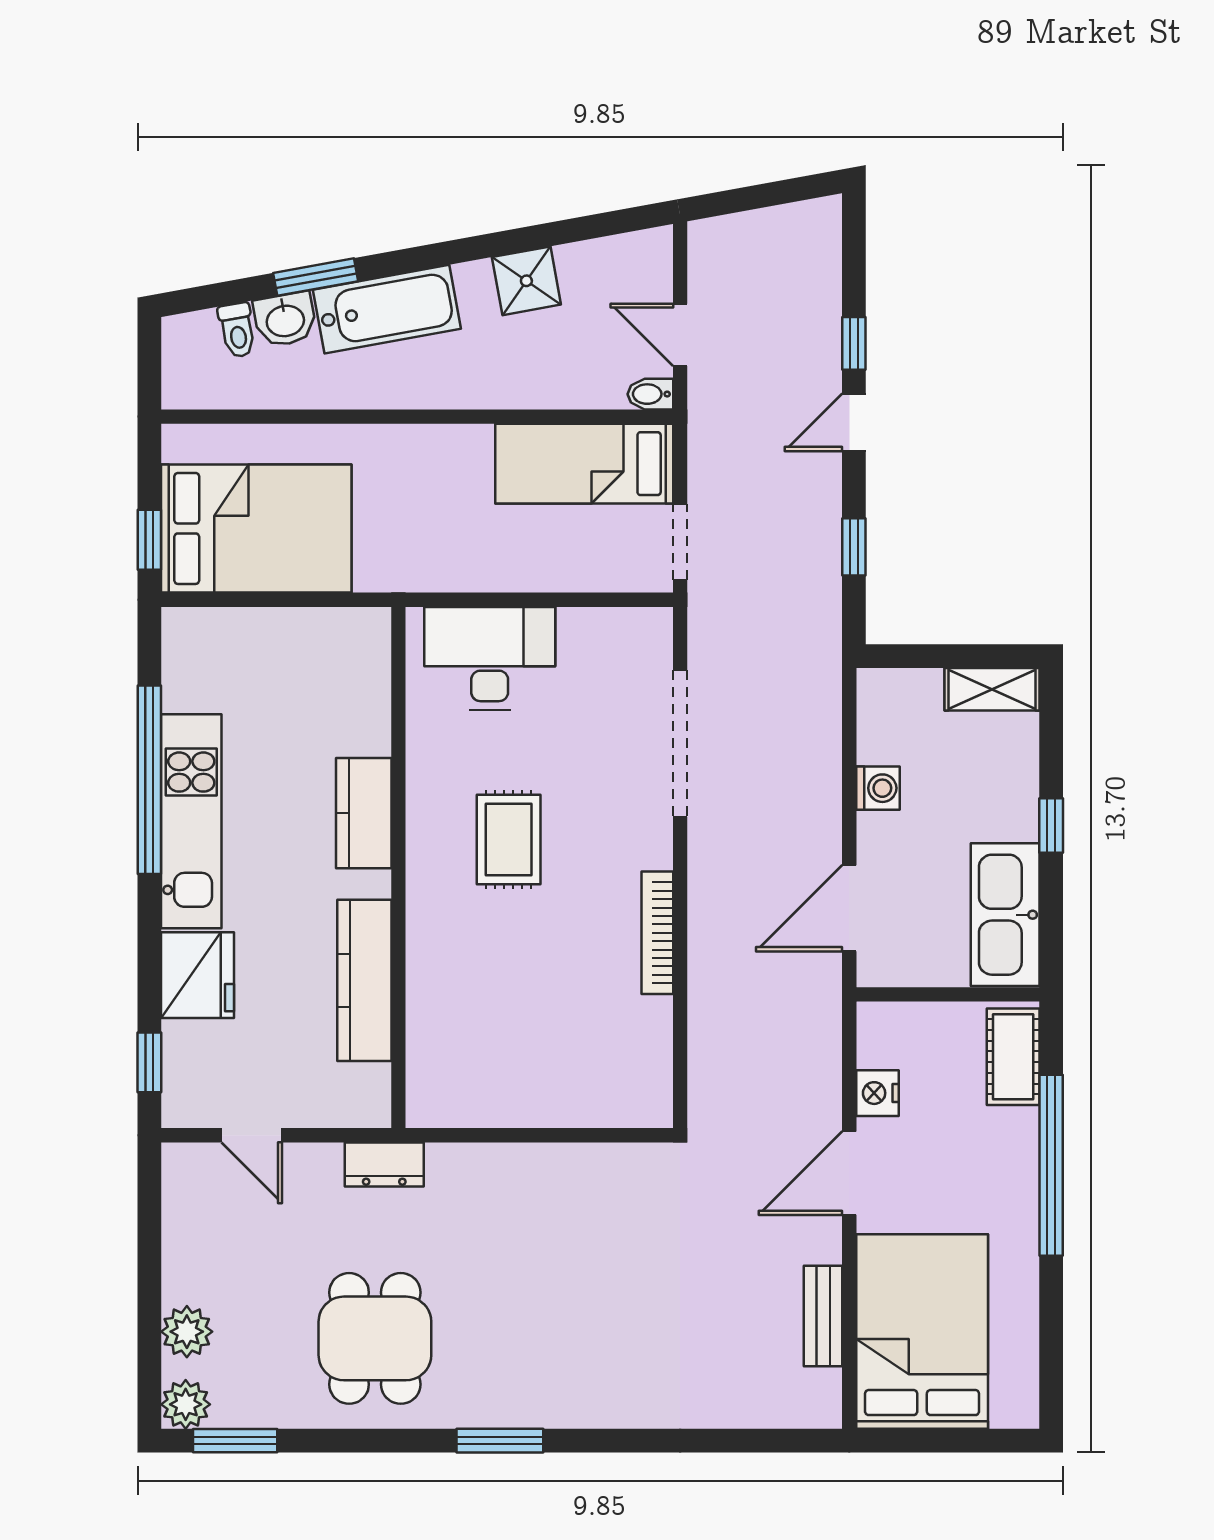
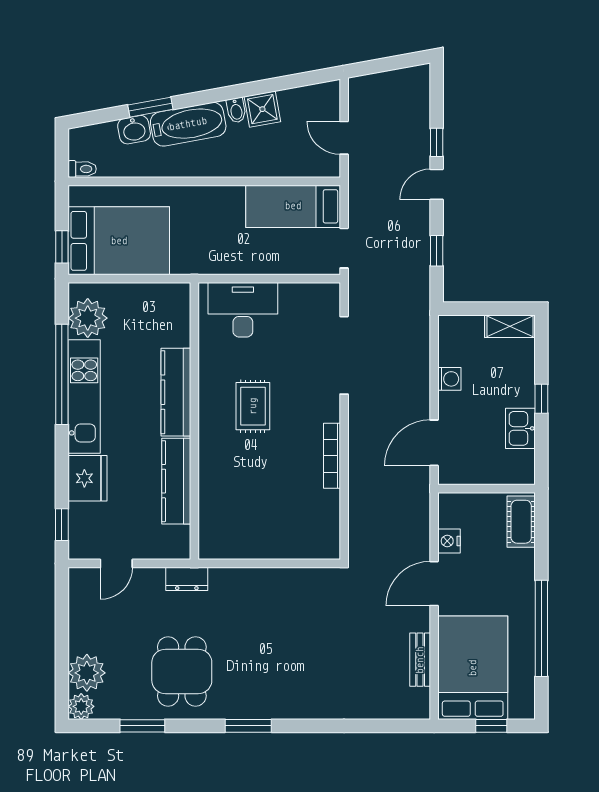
toilet: (237, 330) -> (82, 169), moved, turned -80
bidet: (650, 394) -> (236, 110), moved, turned -100
plant: (198, 674) -> (88, 318), added
kitchen counter: (364, 813) -> (176, 392), width x1.50
kitchen sink: (1005, 915) -> (520, 428), width x0.53, depth x0.81
door: (252, 1135) -> (116, 563), hinge flipped
window: (1051, 1165) -> (541, 628), moved
plant: (187, 1332) -> (87, 673), width x1.36, depth x1.36
window: (235, 1441) -> (142, 726), moved
window: (957, 1441) -> (491, 726), added

